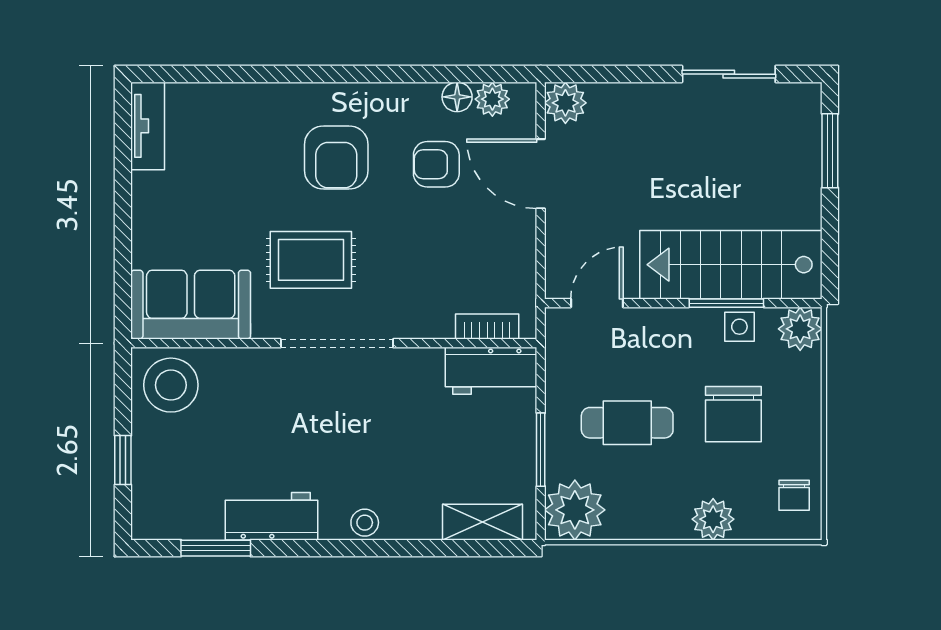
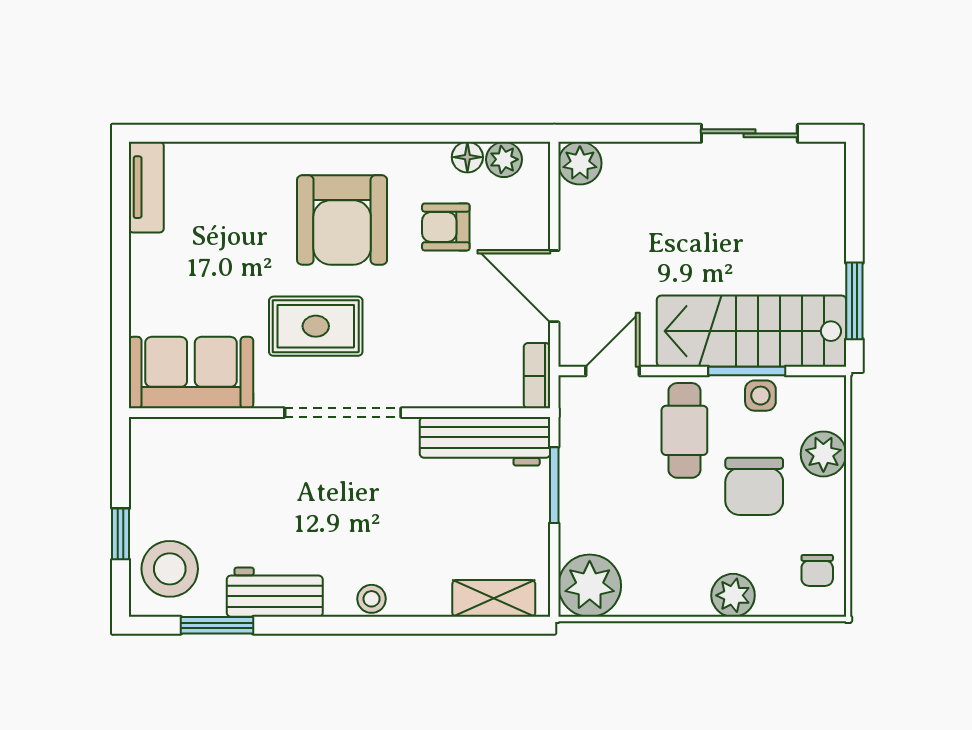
window: (830, 151) -> (854, 301), moved
armchair: (336, 157) -> (342, 220), width x1.36, depth x1.36
door: (541, 174) -> (554, 286), moved
bookcase: (487, 327) -> (537, 376), moved, turned -90
plant: (800, 329) -> (823, 454), moved
workbench: (491, 371) -> (485, 441), width x1.38
stool: (171, 385) -> (170, 569), moved
cafe table: (627, 423) -> (684, 430), moved, turned 90
window: (541, 450) -> (554, 485), moved

